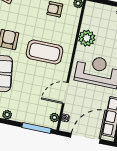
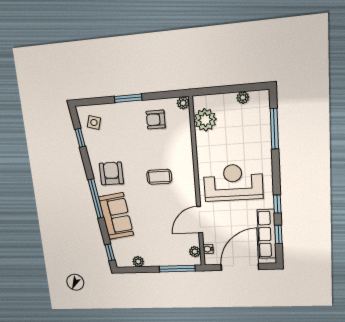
plant: (87, 38) -> (205, 120), moved
coffee table: (45, 52) -> (159, 177), width x0.54, depth x0.58

